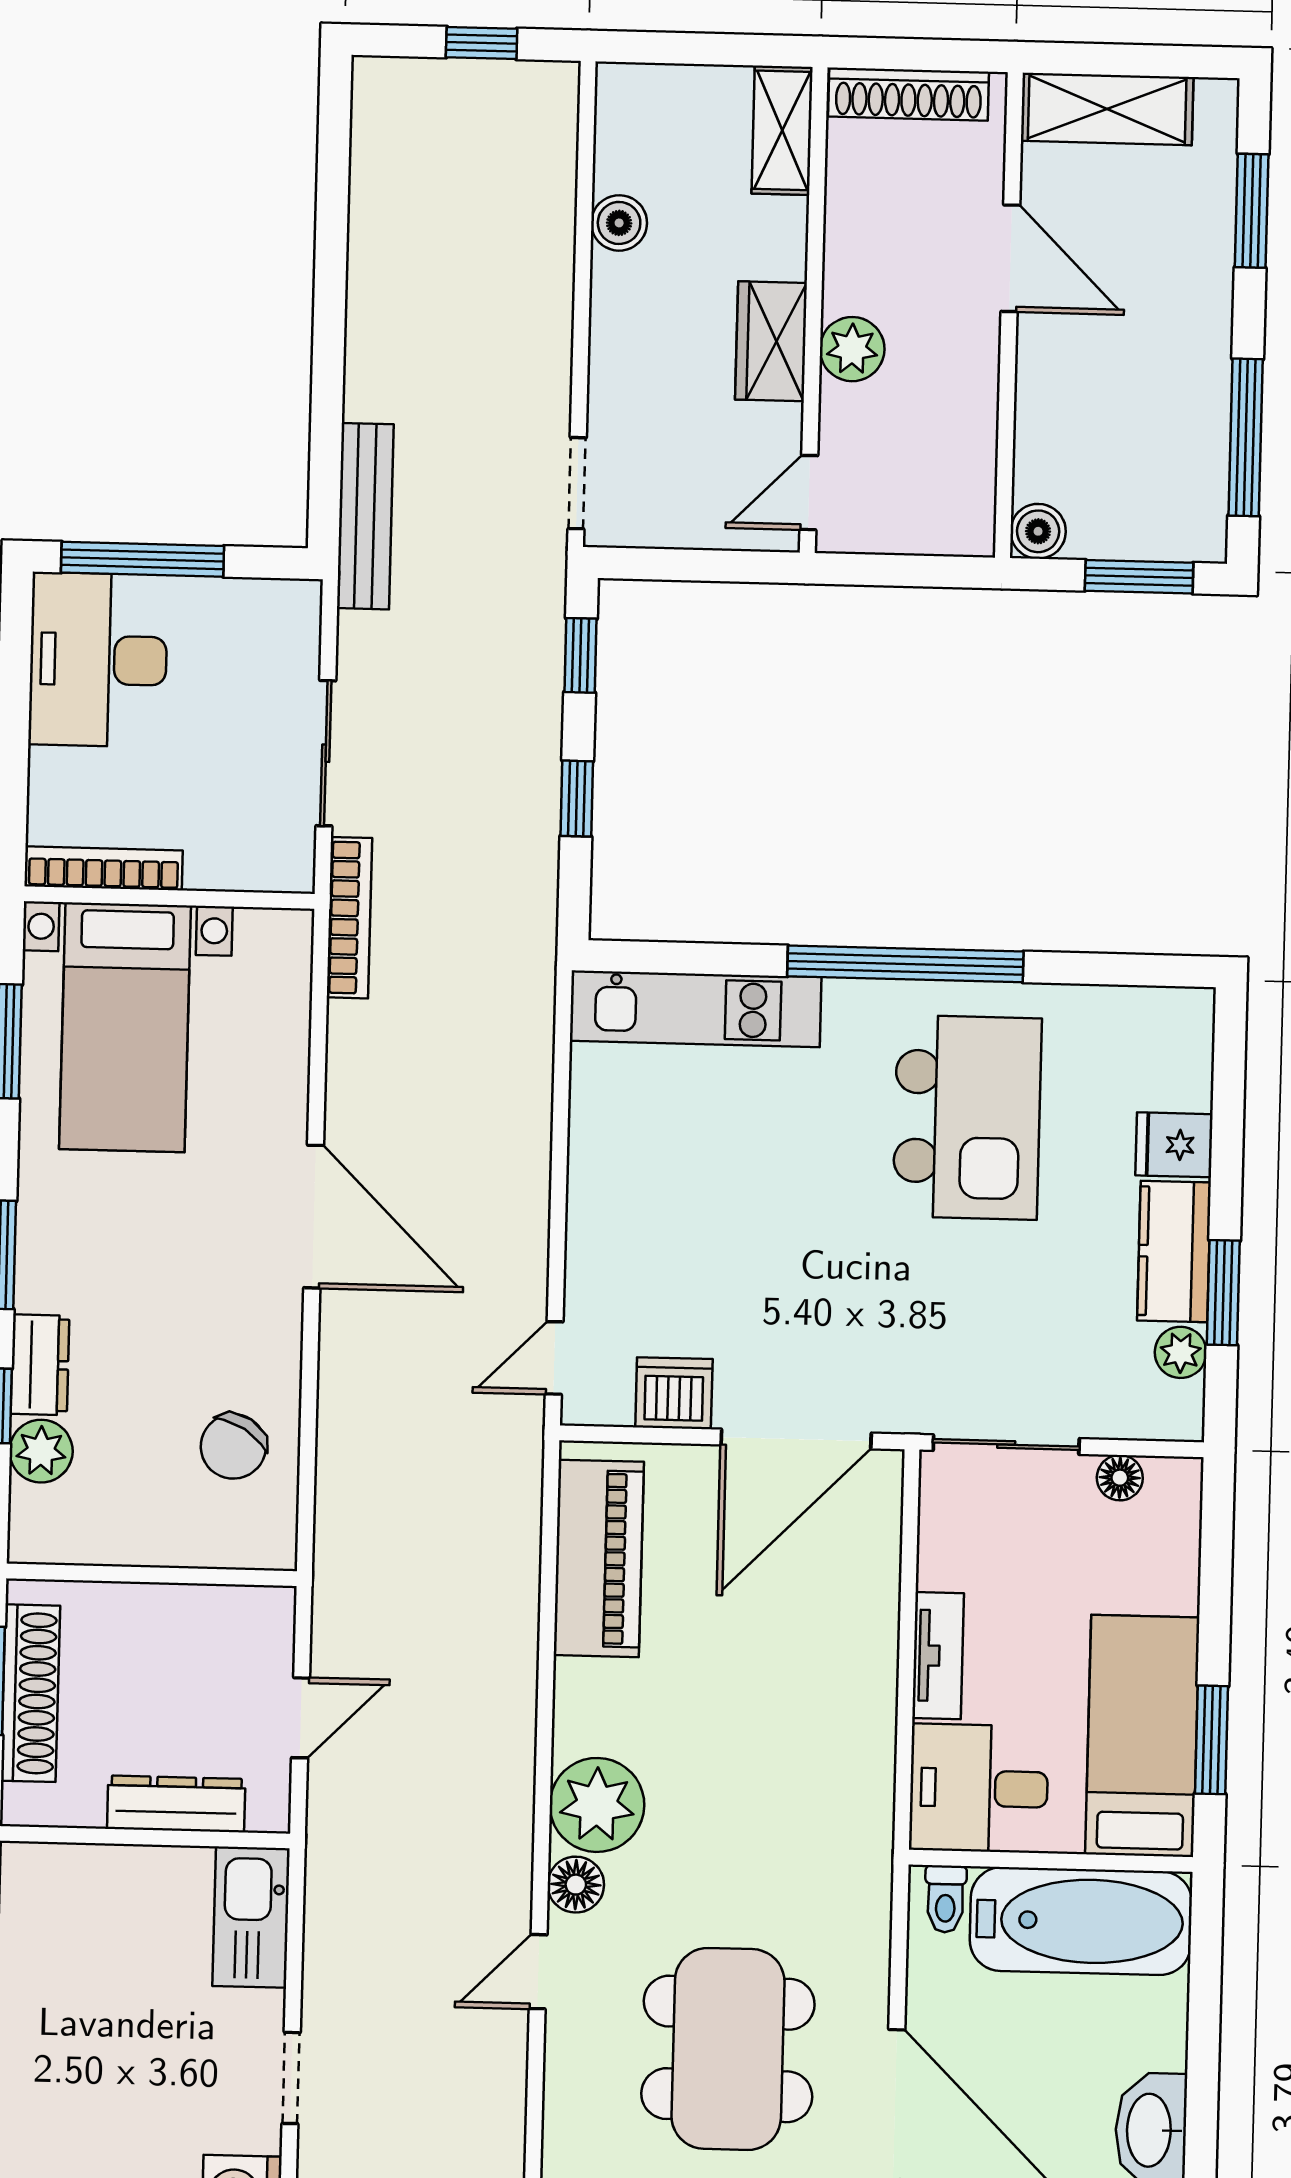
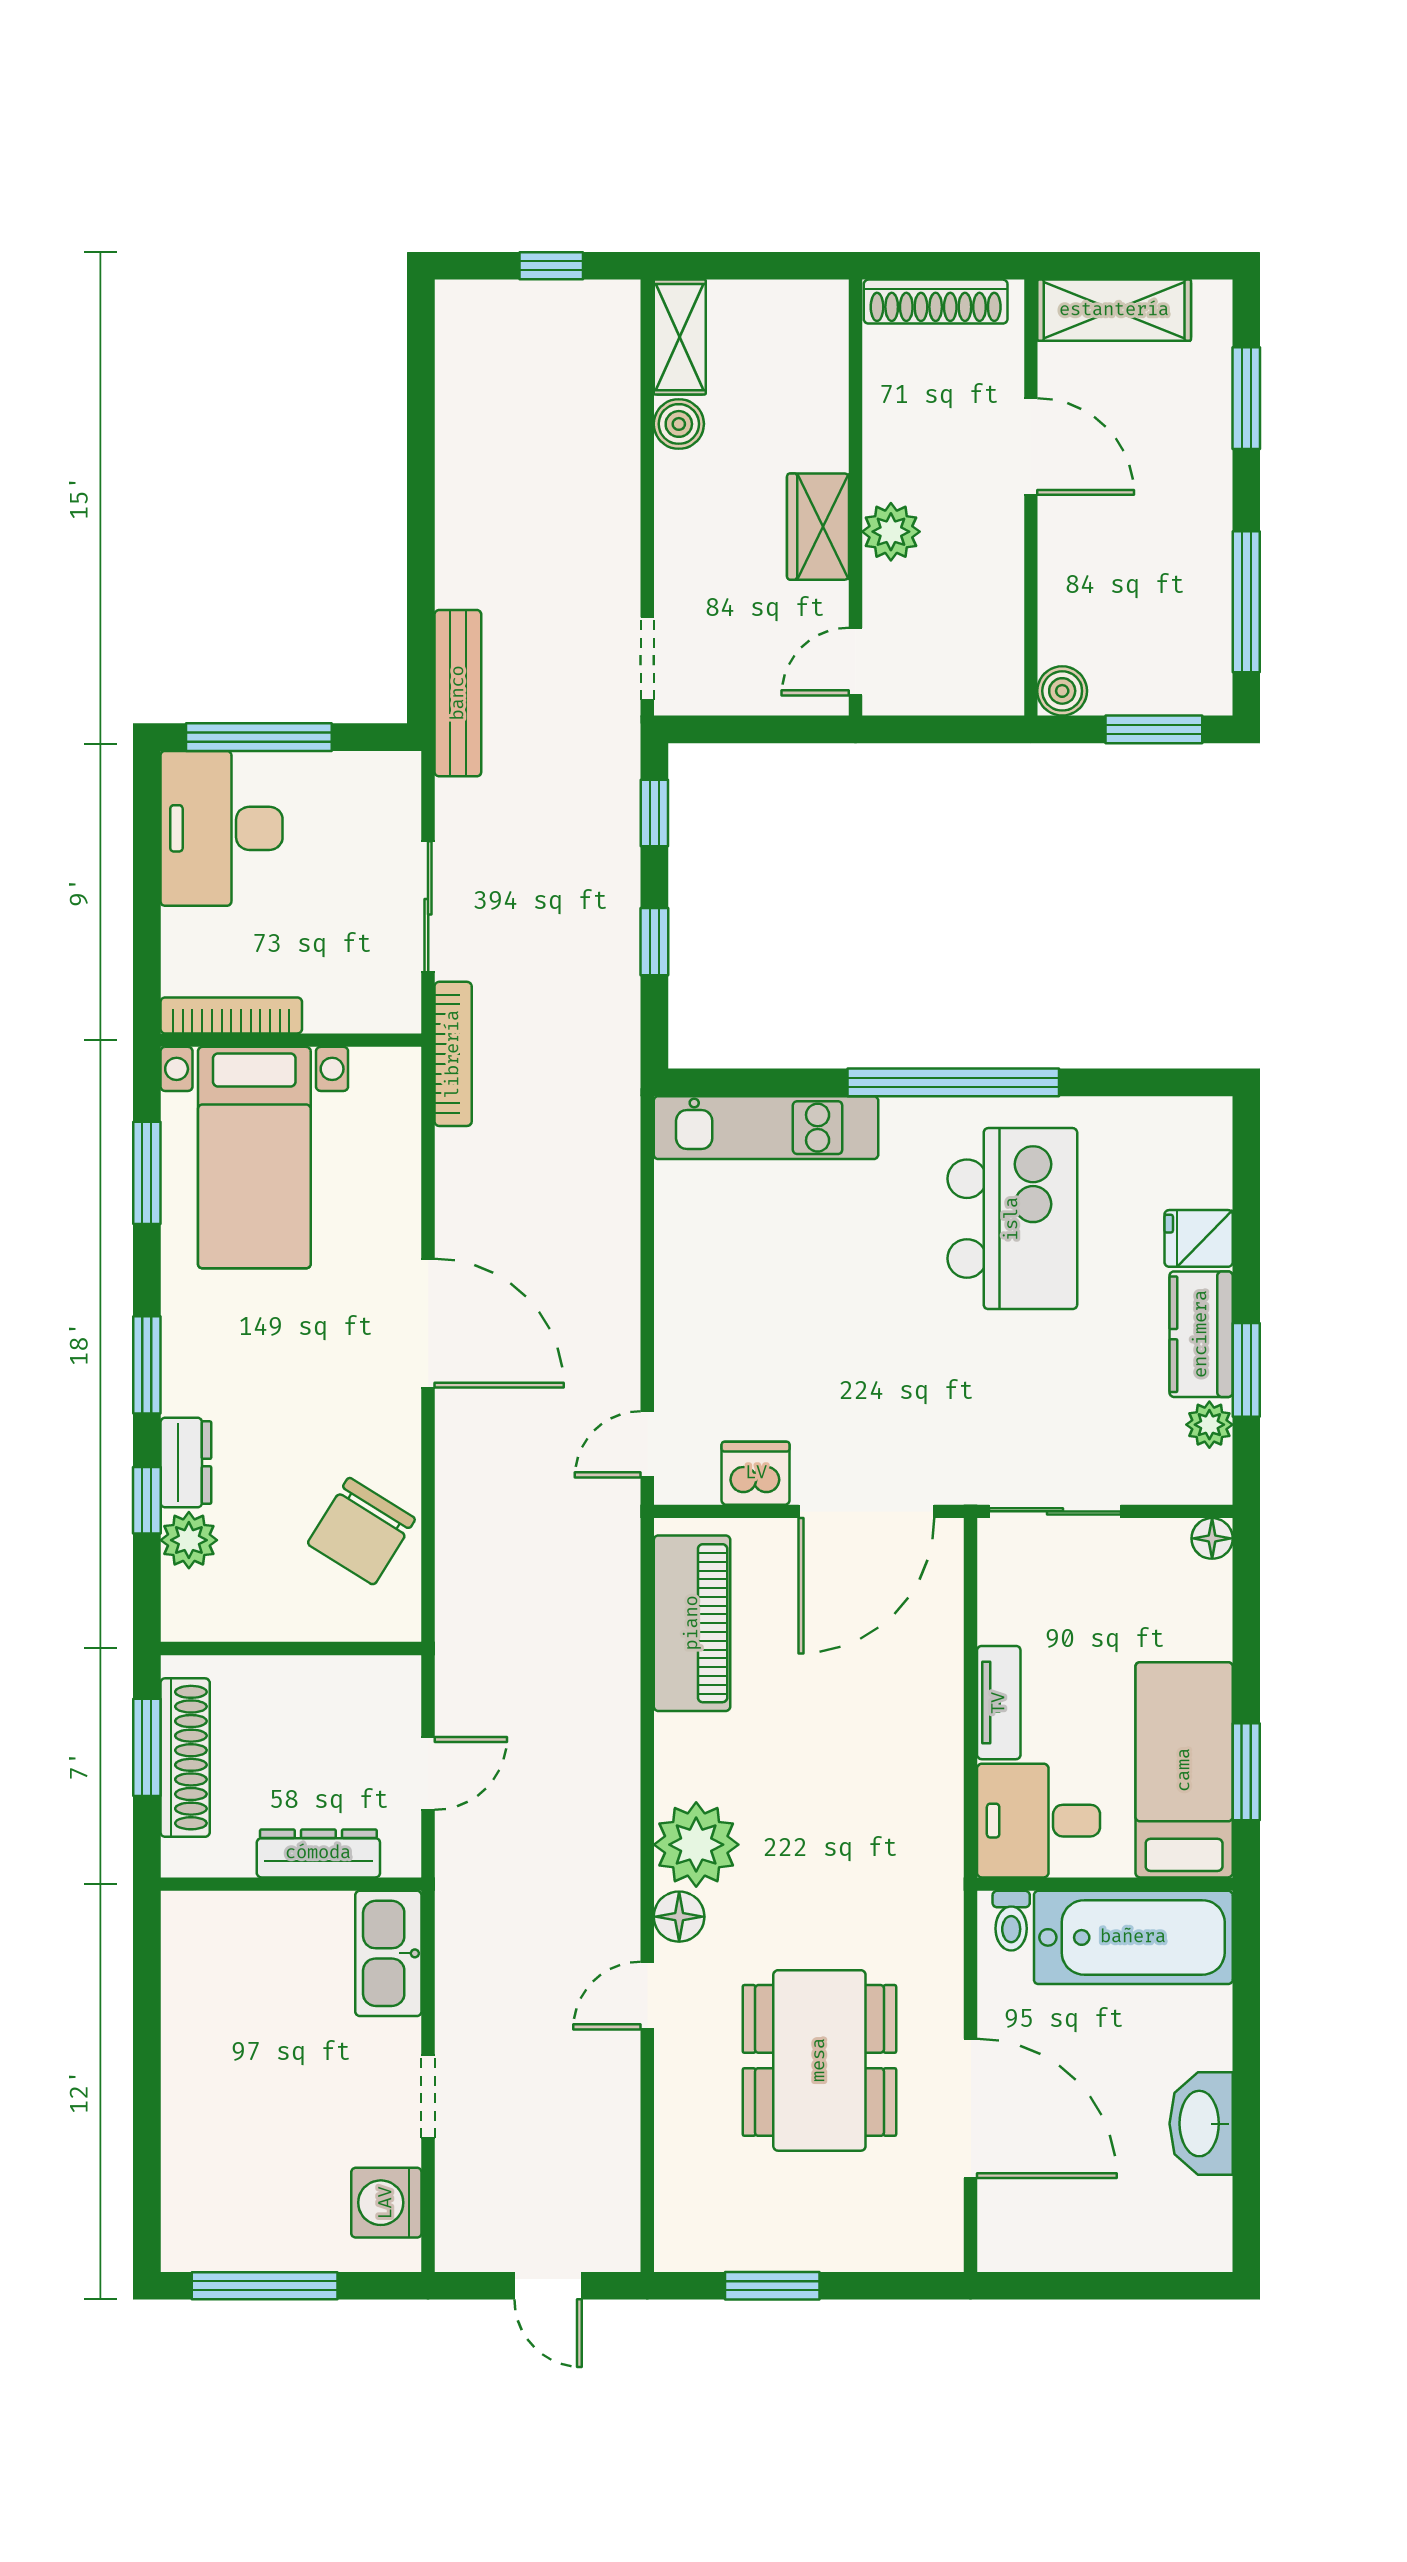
shelving: (782, 130) -> (680, 337), moved
chair: (233, 1446) -> (361, 1531), width x1.37, depth x1.37
floor lamp: (1120, 1478) -> (1212, 1538), moved

